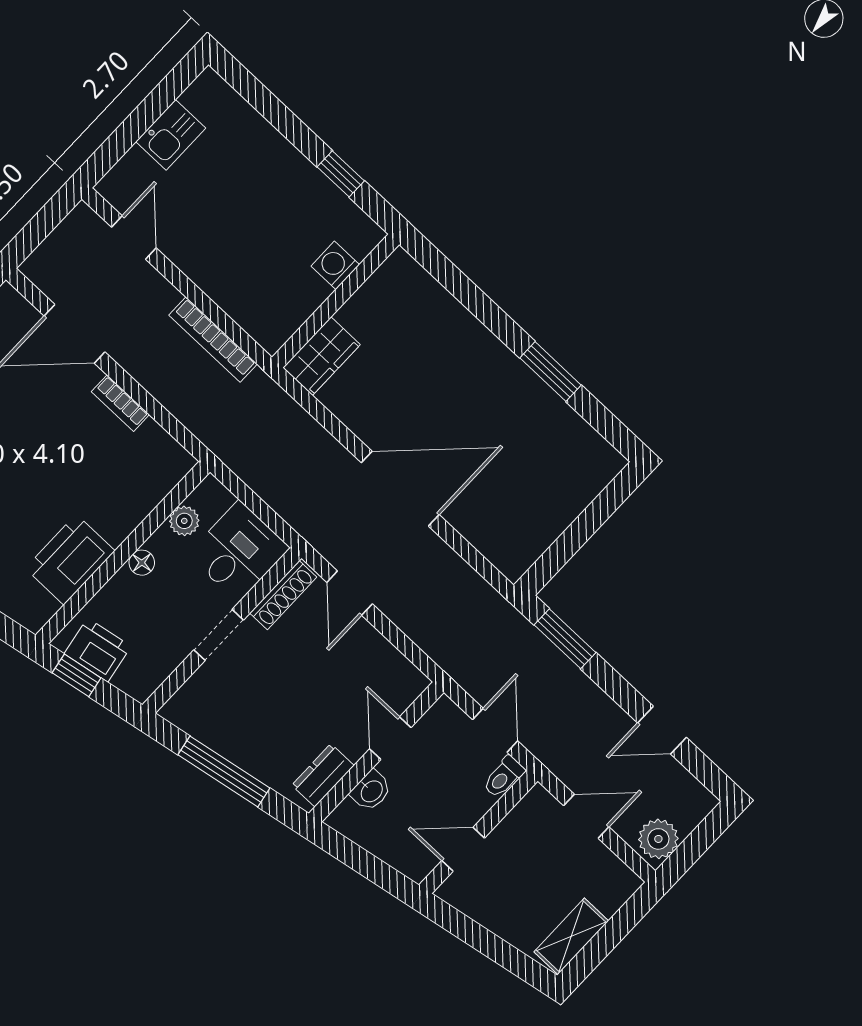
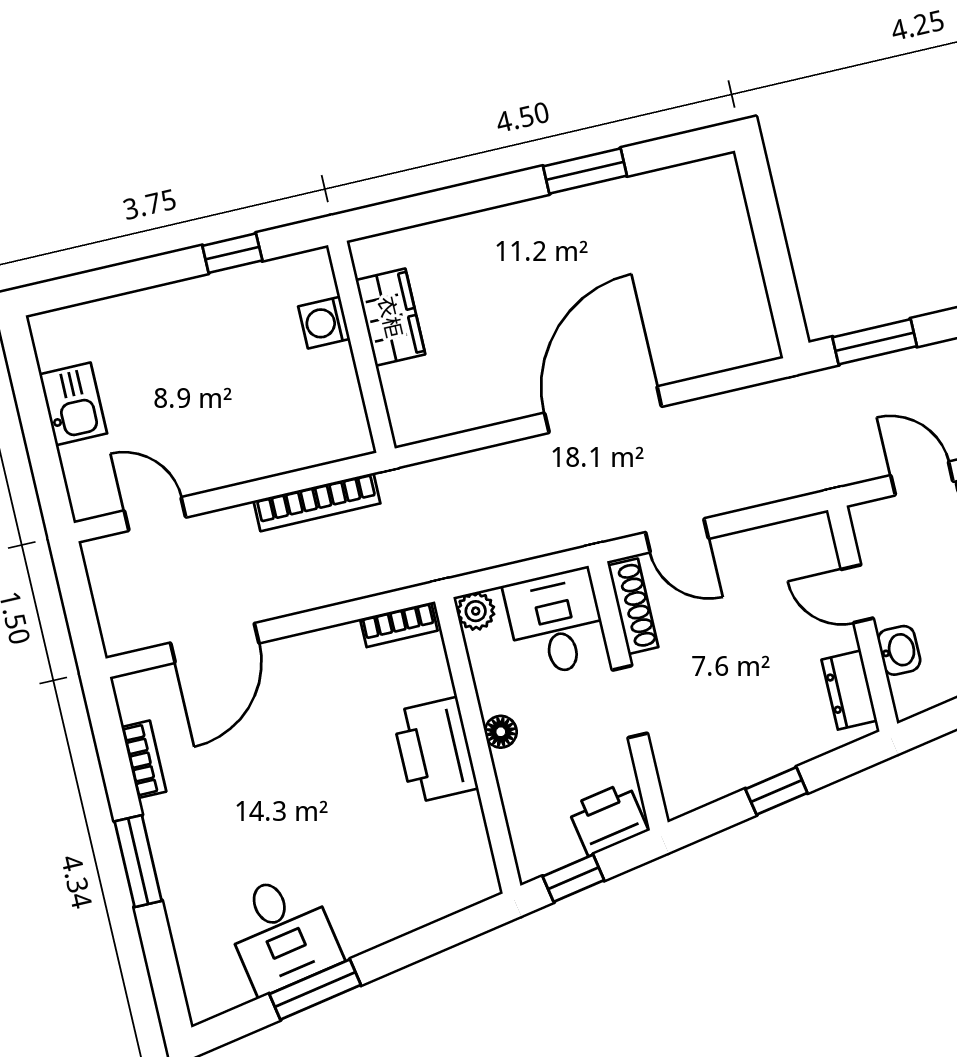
wardrobe: (322, 356) -> (390, 317), moved
bookcase: (120, 403) -> (399, 625), moved
plant: (184, 521) -> (476, 611), moved
printer: (70, 560) -> (435, 750), moved
printer: (98, 650) -> (608, 819), moved
window: (224, 771) -> (776, 791), width x0.46

